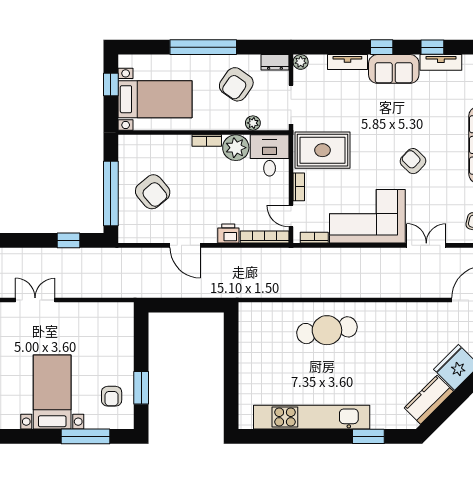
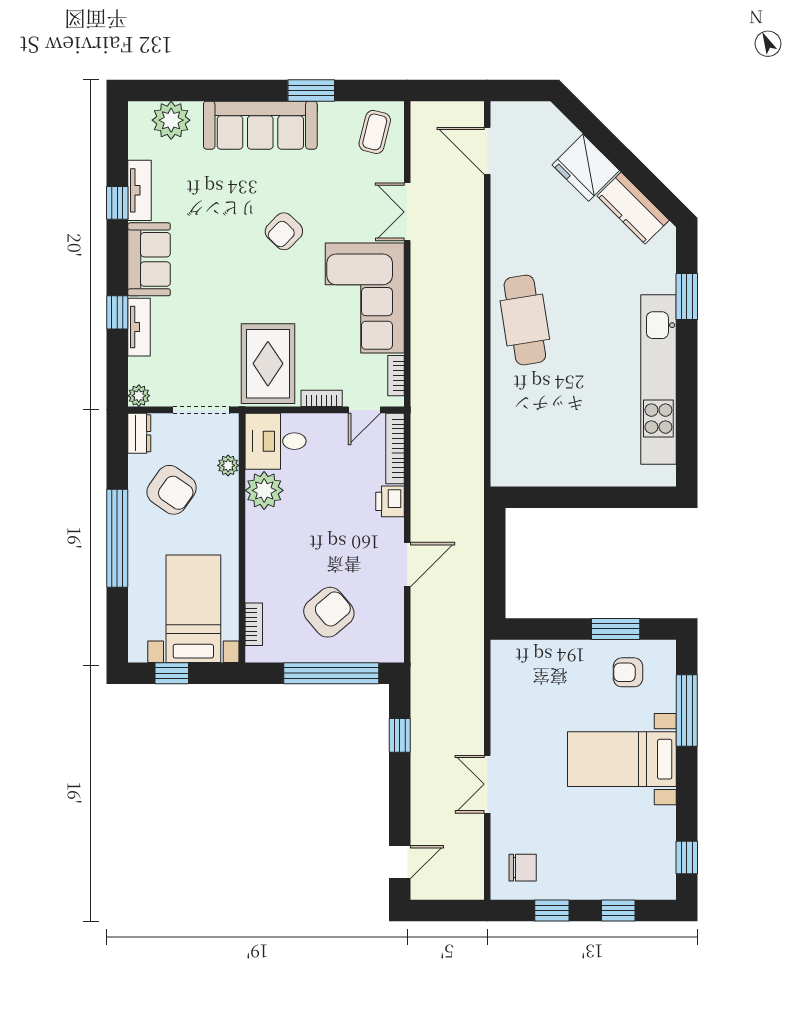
window: (382, 47) -> (117, 312), moved
bookcase: (207, 140) -> (254, 624), moved
cafe table: (327, 330) -> (525, 320), moved
armchair: (112, 396) -> (628, 672), turned 180

